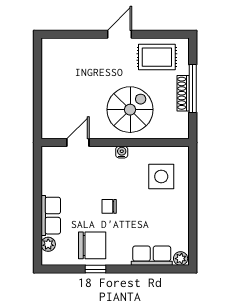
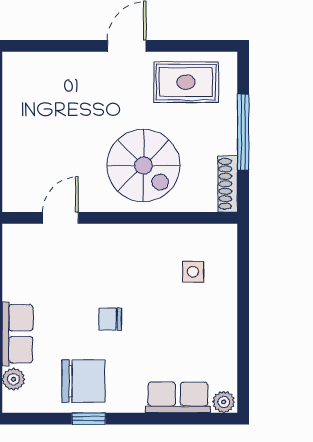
shoe rack: (183, 93) -> (228, 184), moved
spiral stairs: (130, 110) -> (143, 166), turned 90
water cooler: (122, 152) -> (130, 233), removed
side table: (161, 176) -> (193, 272), width x0.54, depth x0.54

